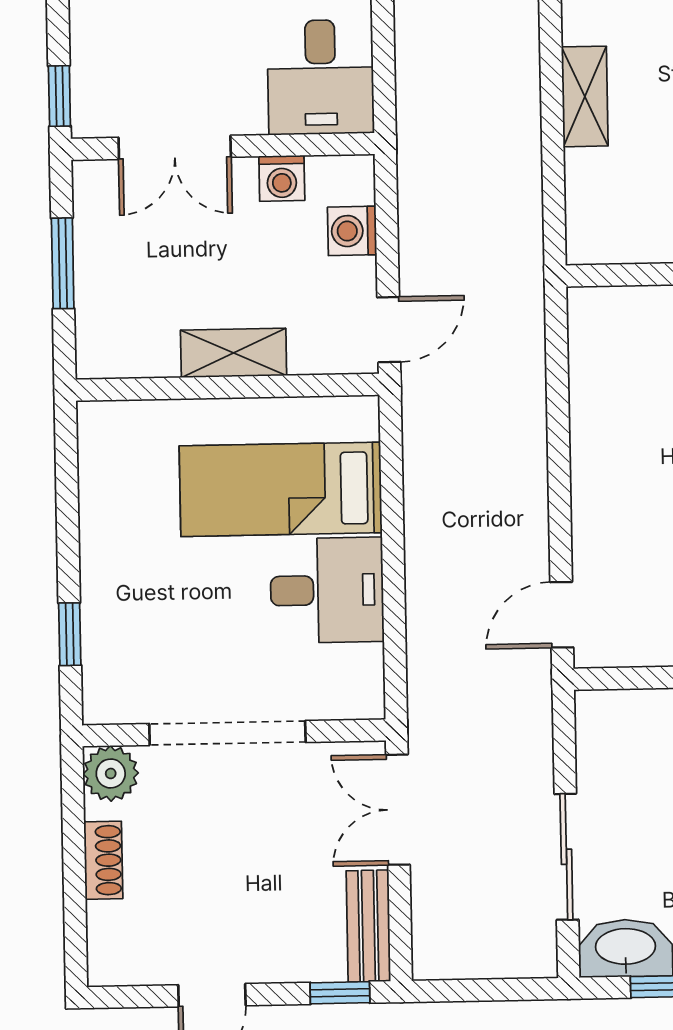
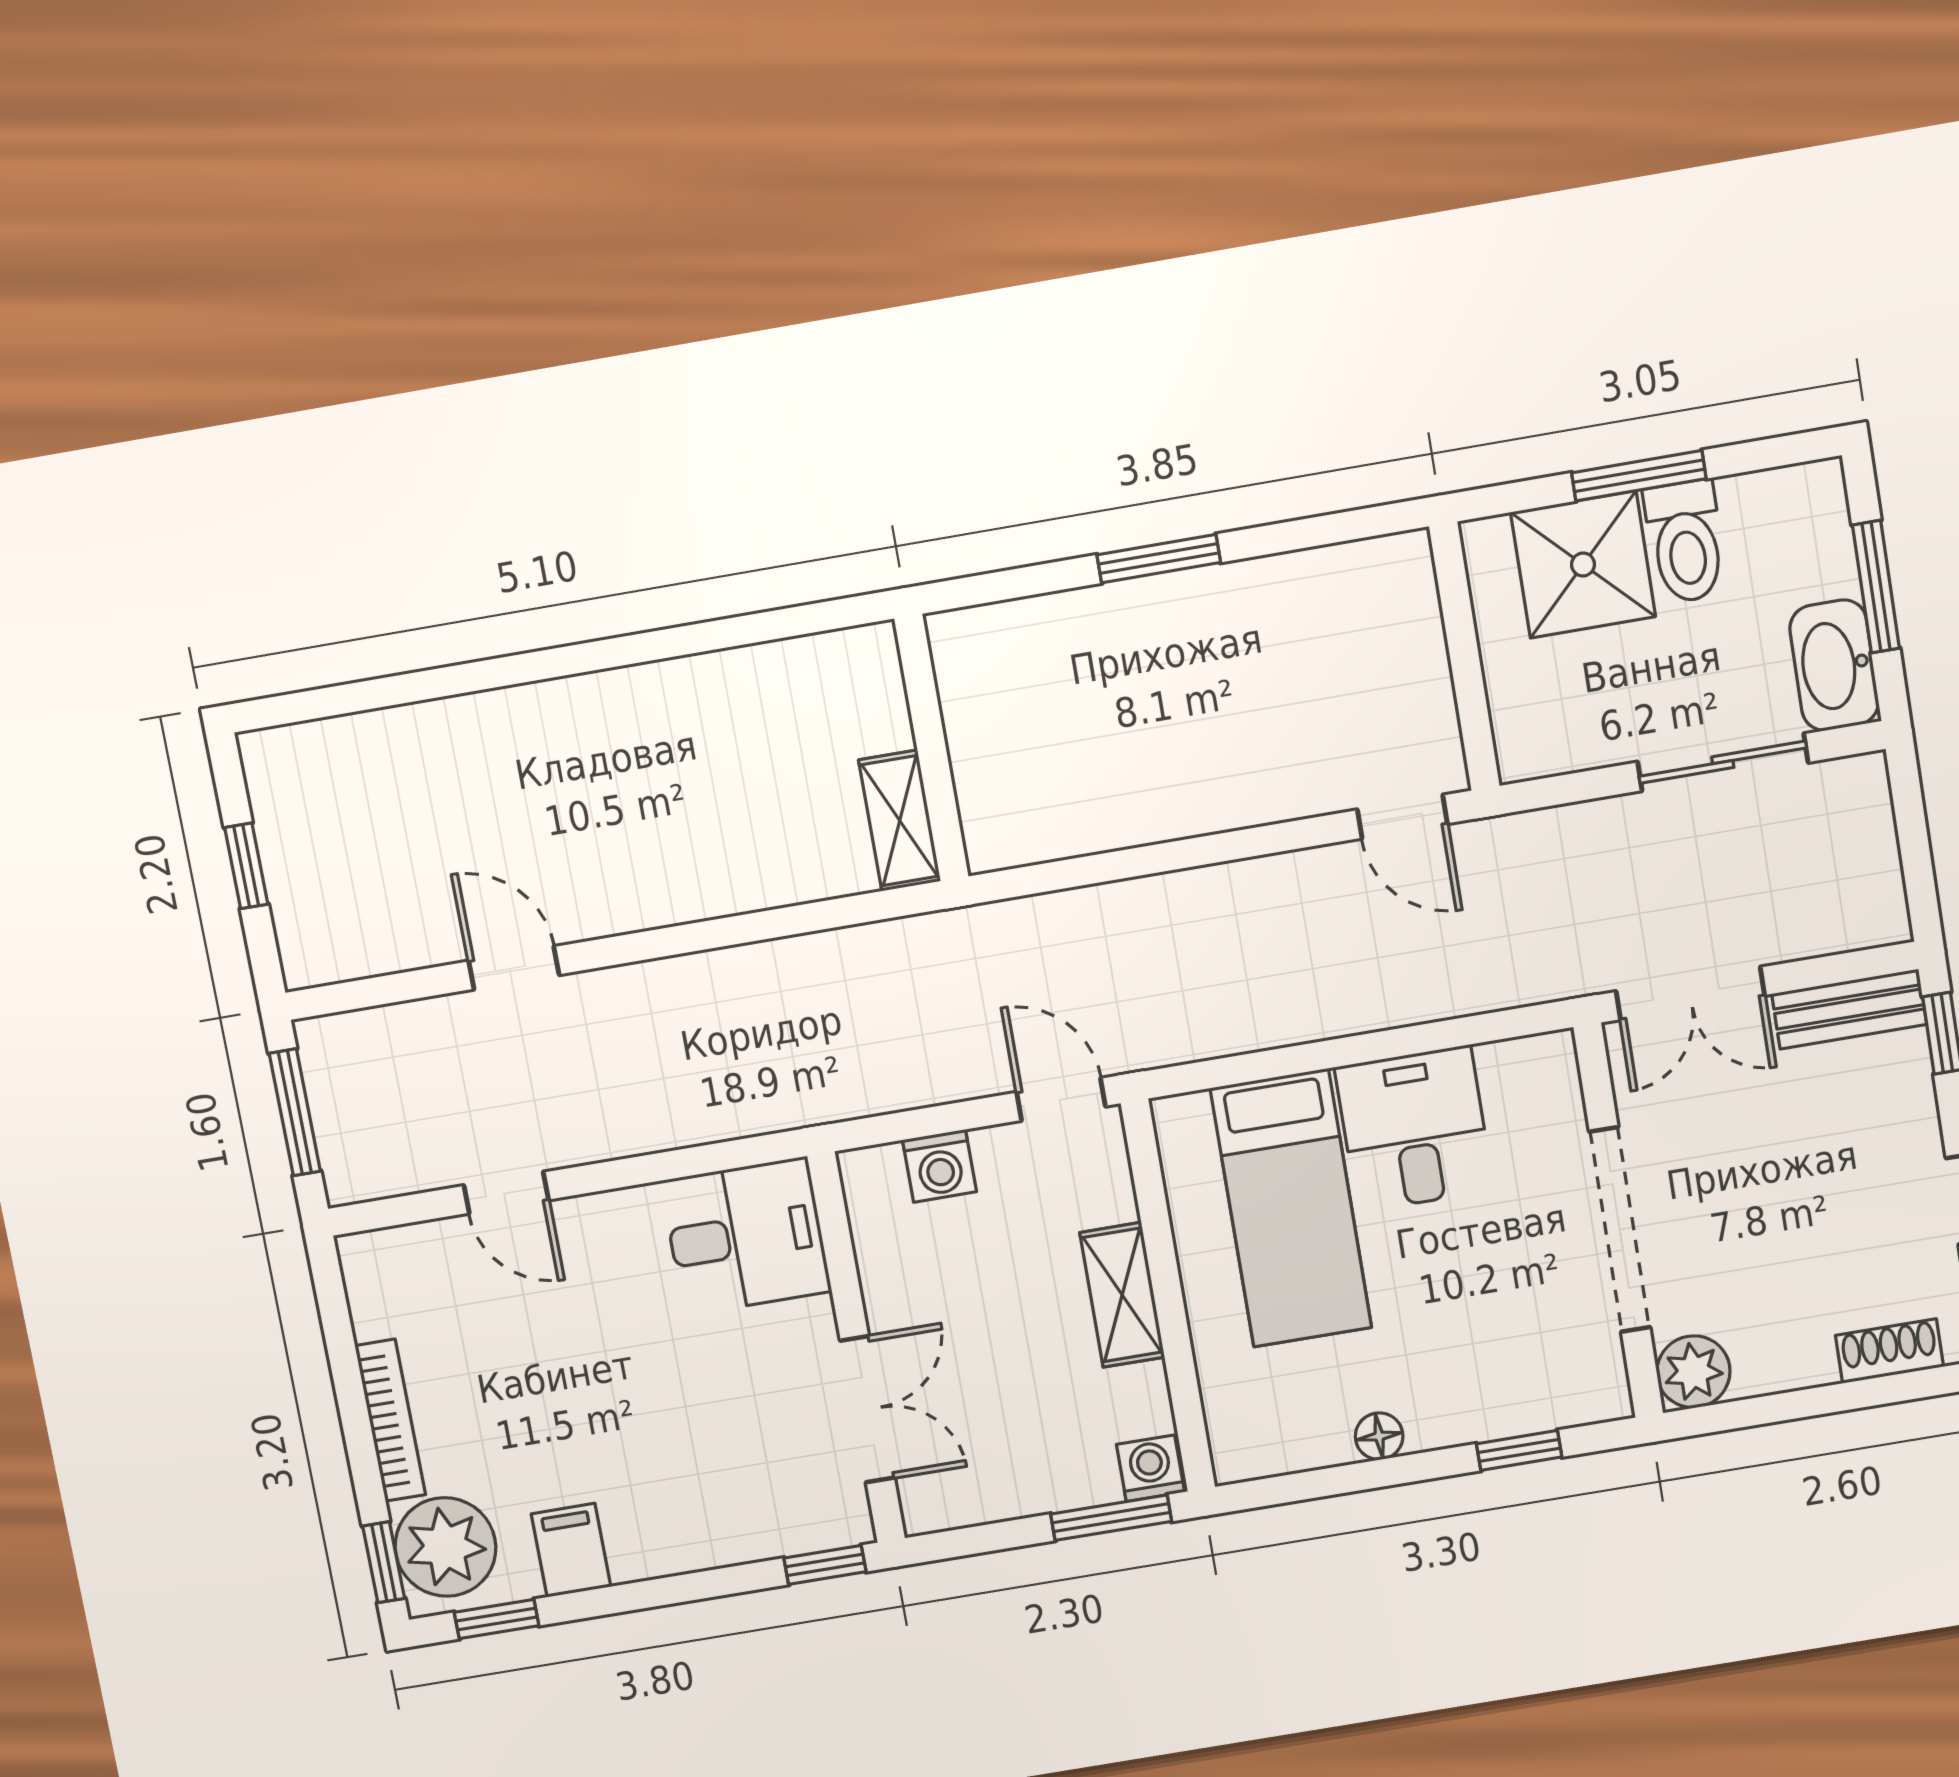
shelving: (585, 96) -> (900, 821), moved, turned 90
washing machine: (282, 178) -> (1150, 1468), moved, turned -90
window: (63, 263) -> (1111, 1518), moved
floor lamp: (96, 530) -> (1379, 1436), added
shoe rack: (103, 860) -> (1889, 1351), moved

